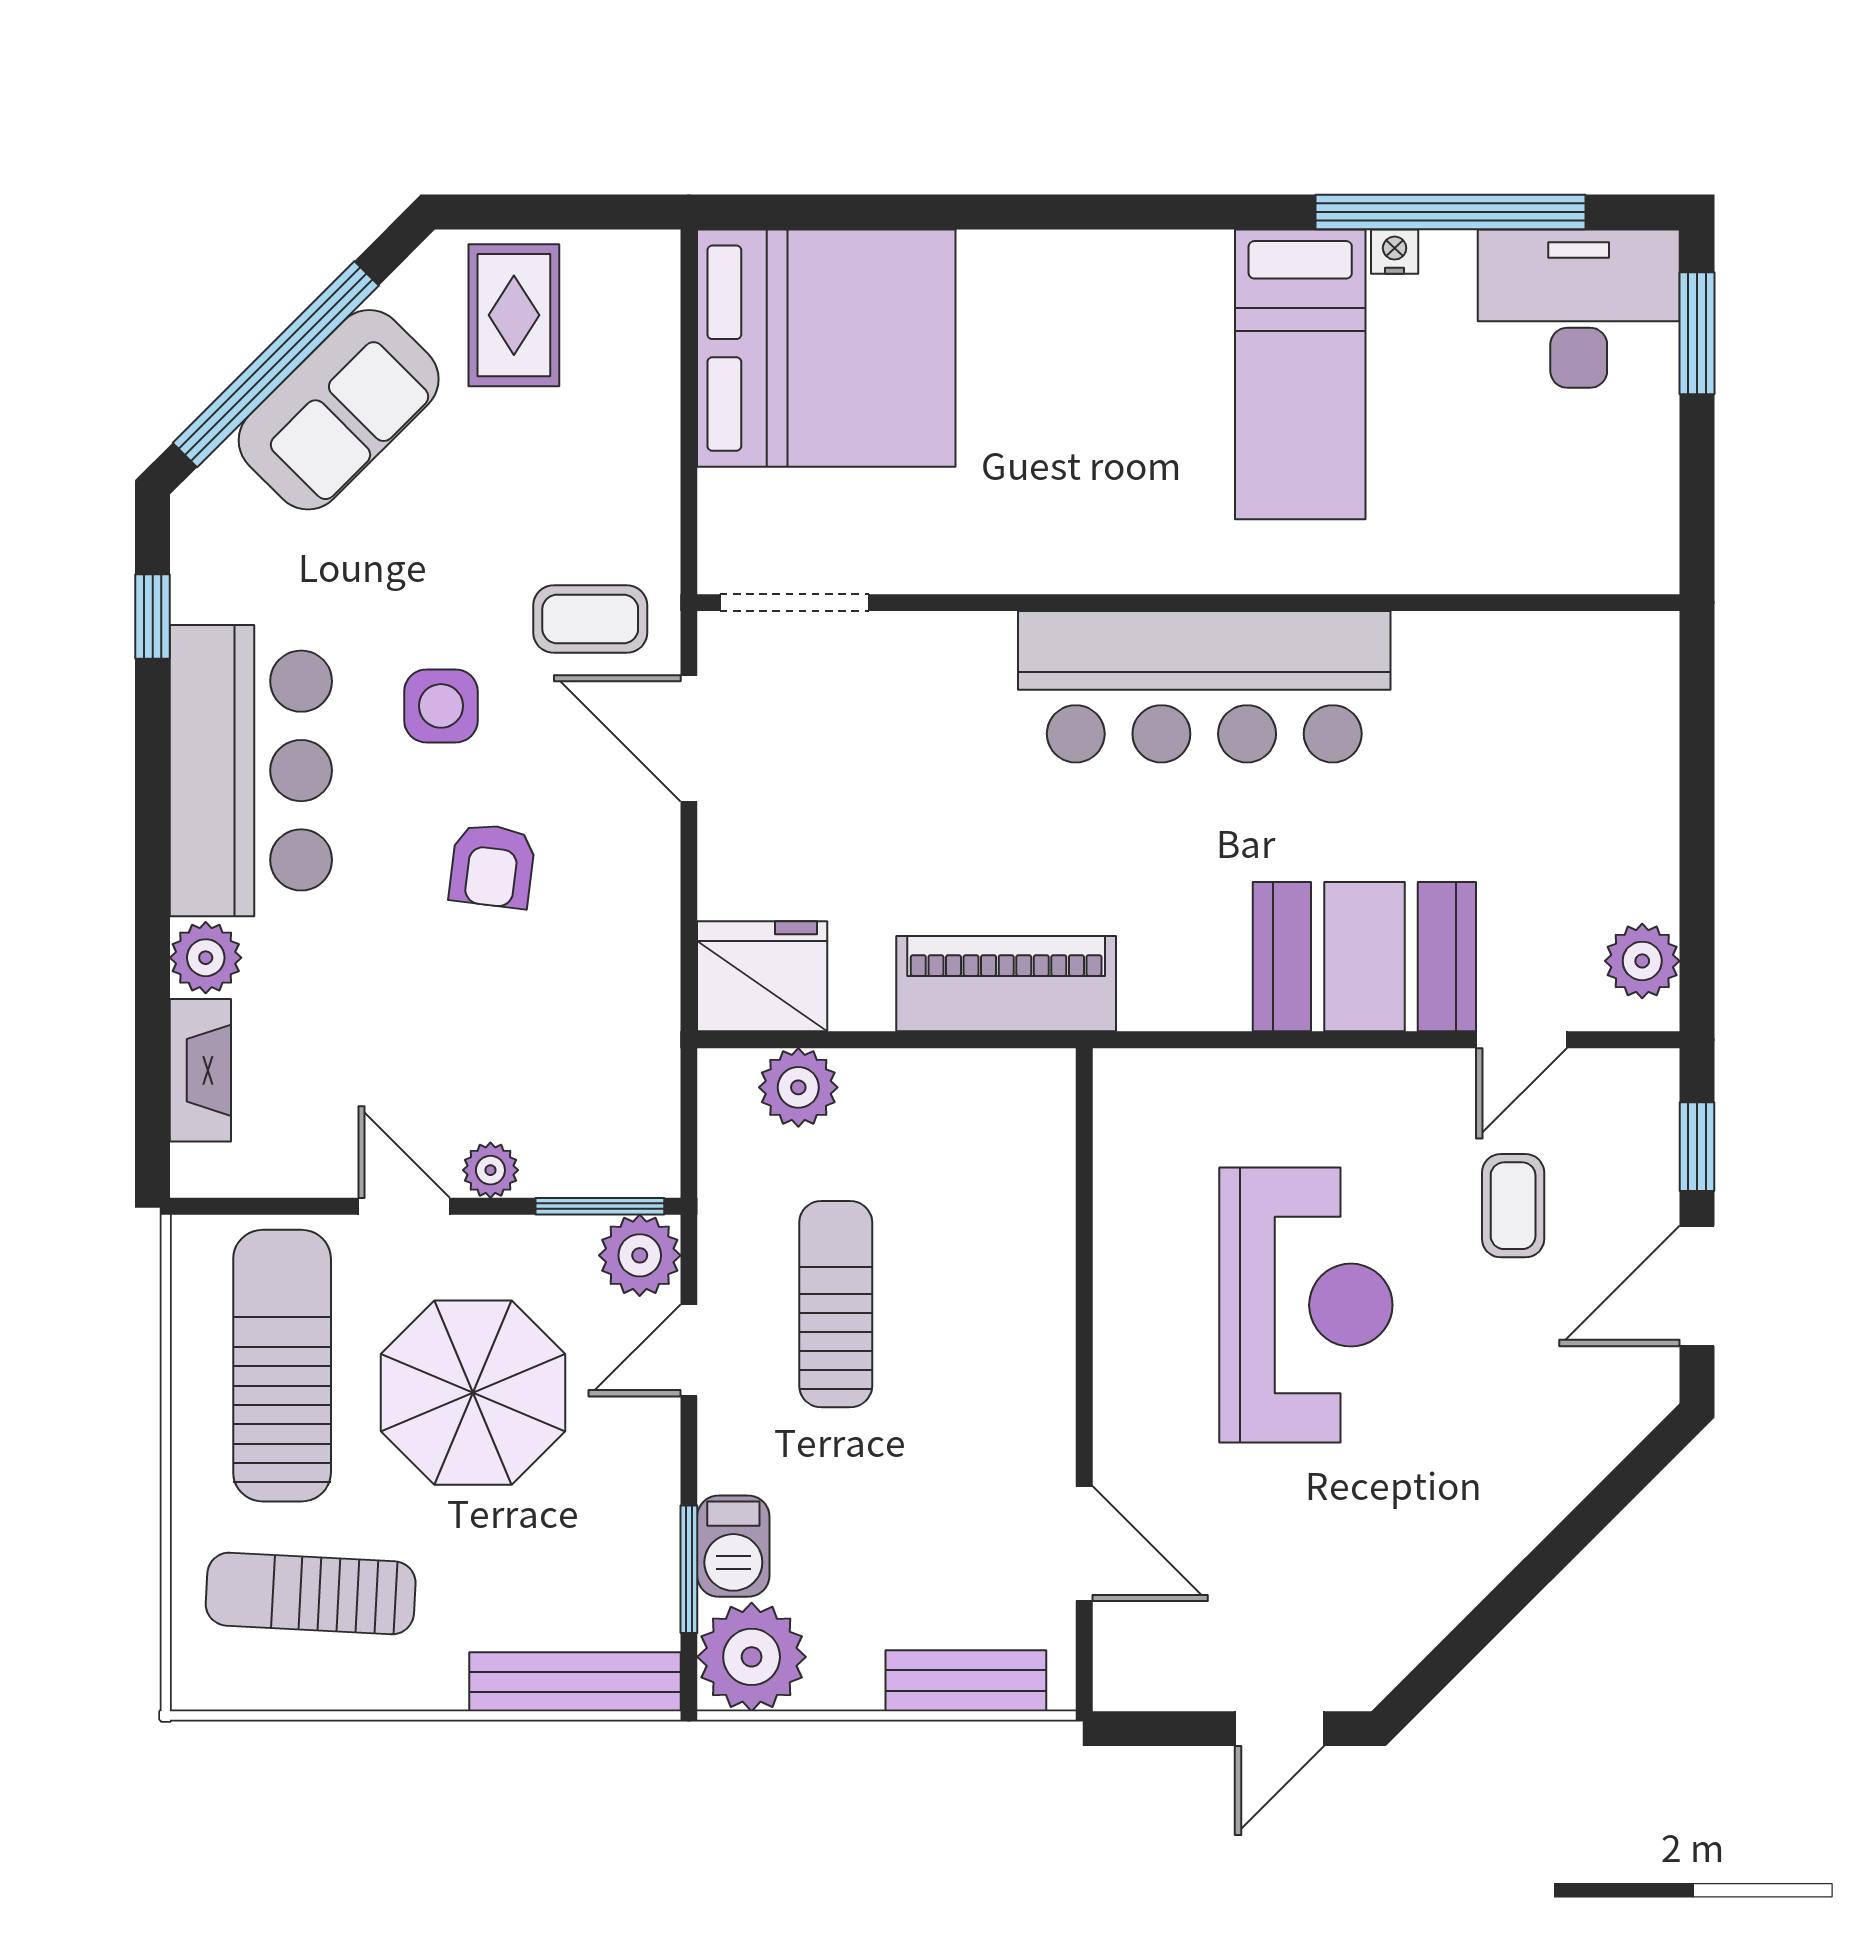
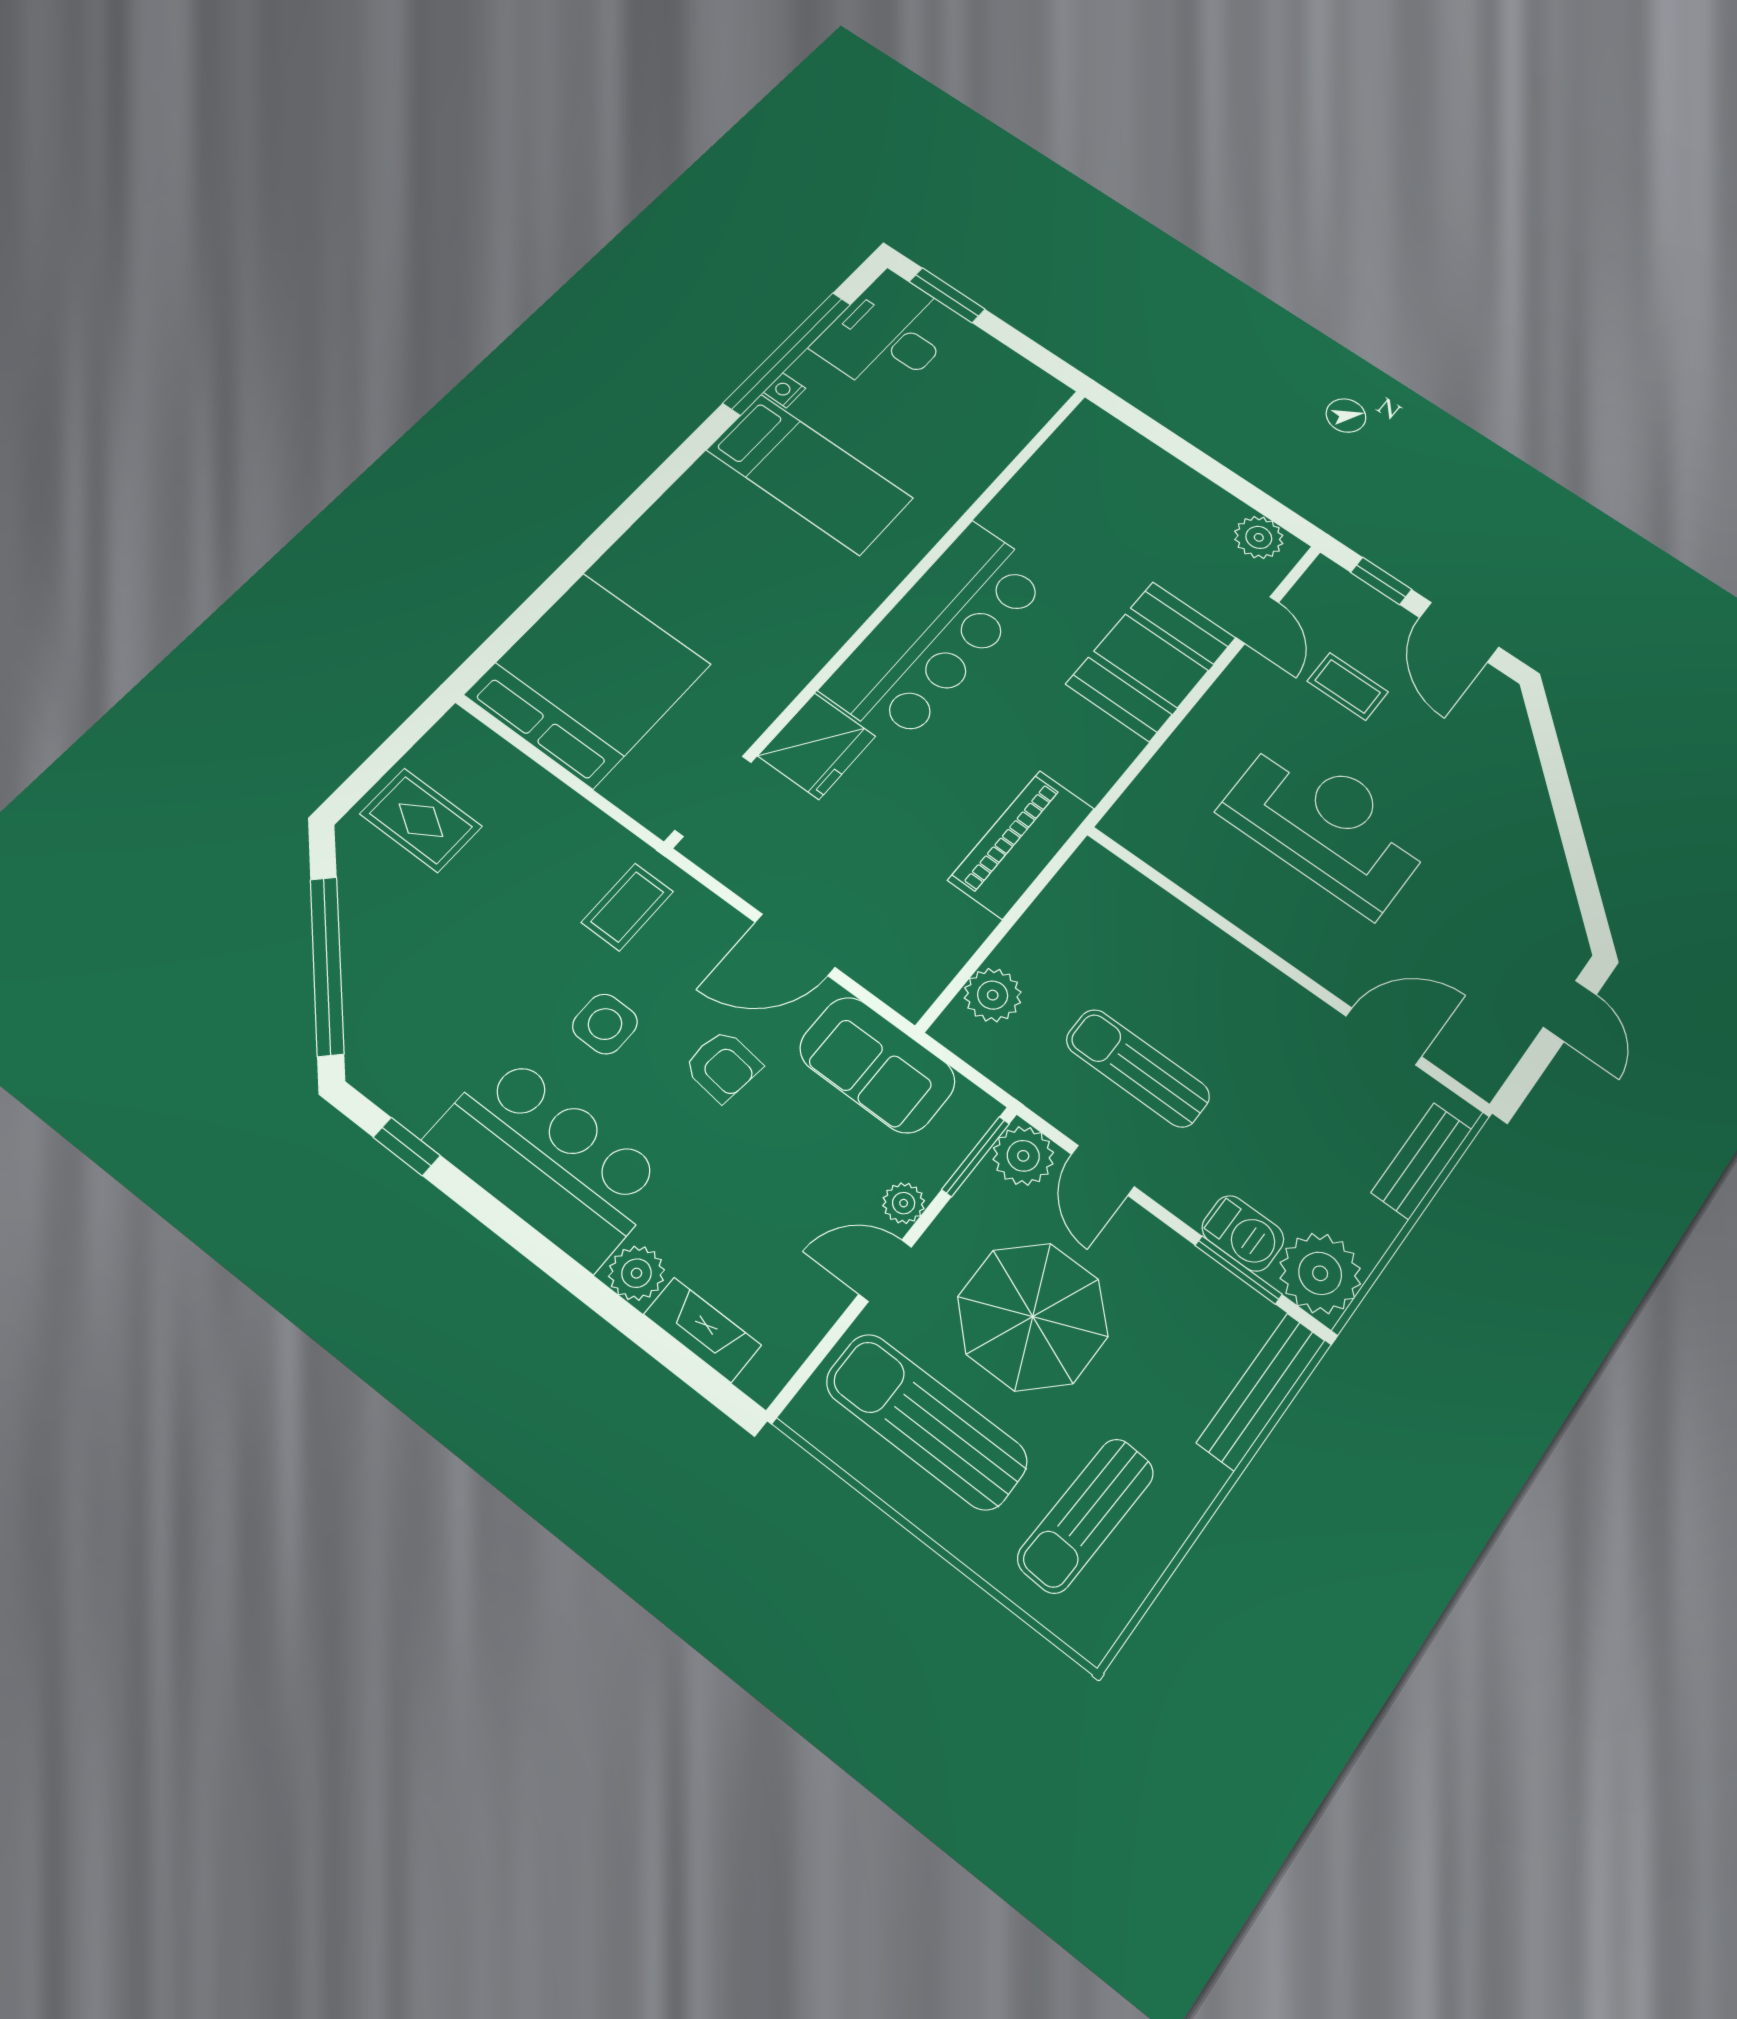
sofa: (339, 410) -> (877, 1065), moved, turned 135
door: (689, 738) -> (795, 945), moved
fridge: (762, 976) -> (817, 746), moved, turned 180

